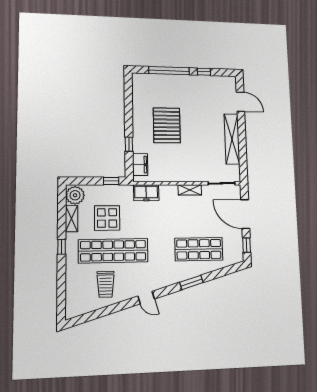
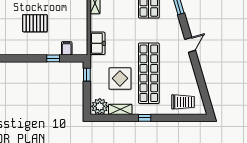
pallet: (167, 125) -> (35, 23), width x0.73, depth x0.71
filing cabinet: (140, 165) -> (67, 48), width x0.50
trolley: (106, 284) -> (183, 102), moved

